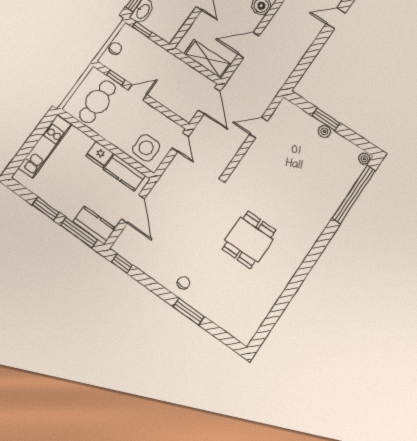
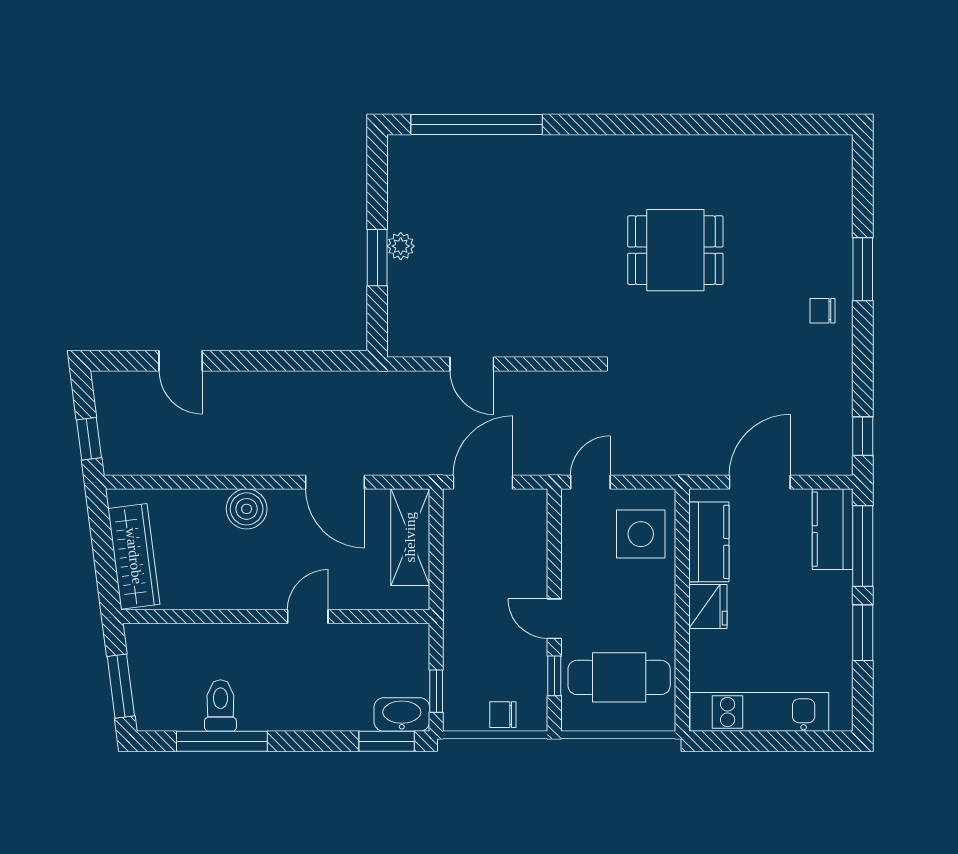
plant: (364, 159) -> (402, 147), removed

